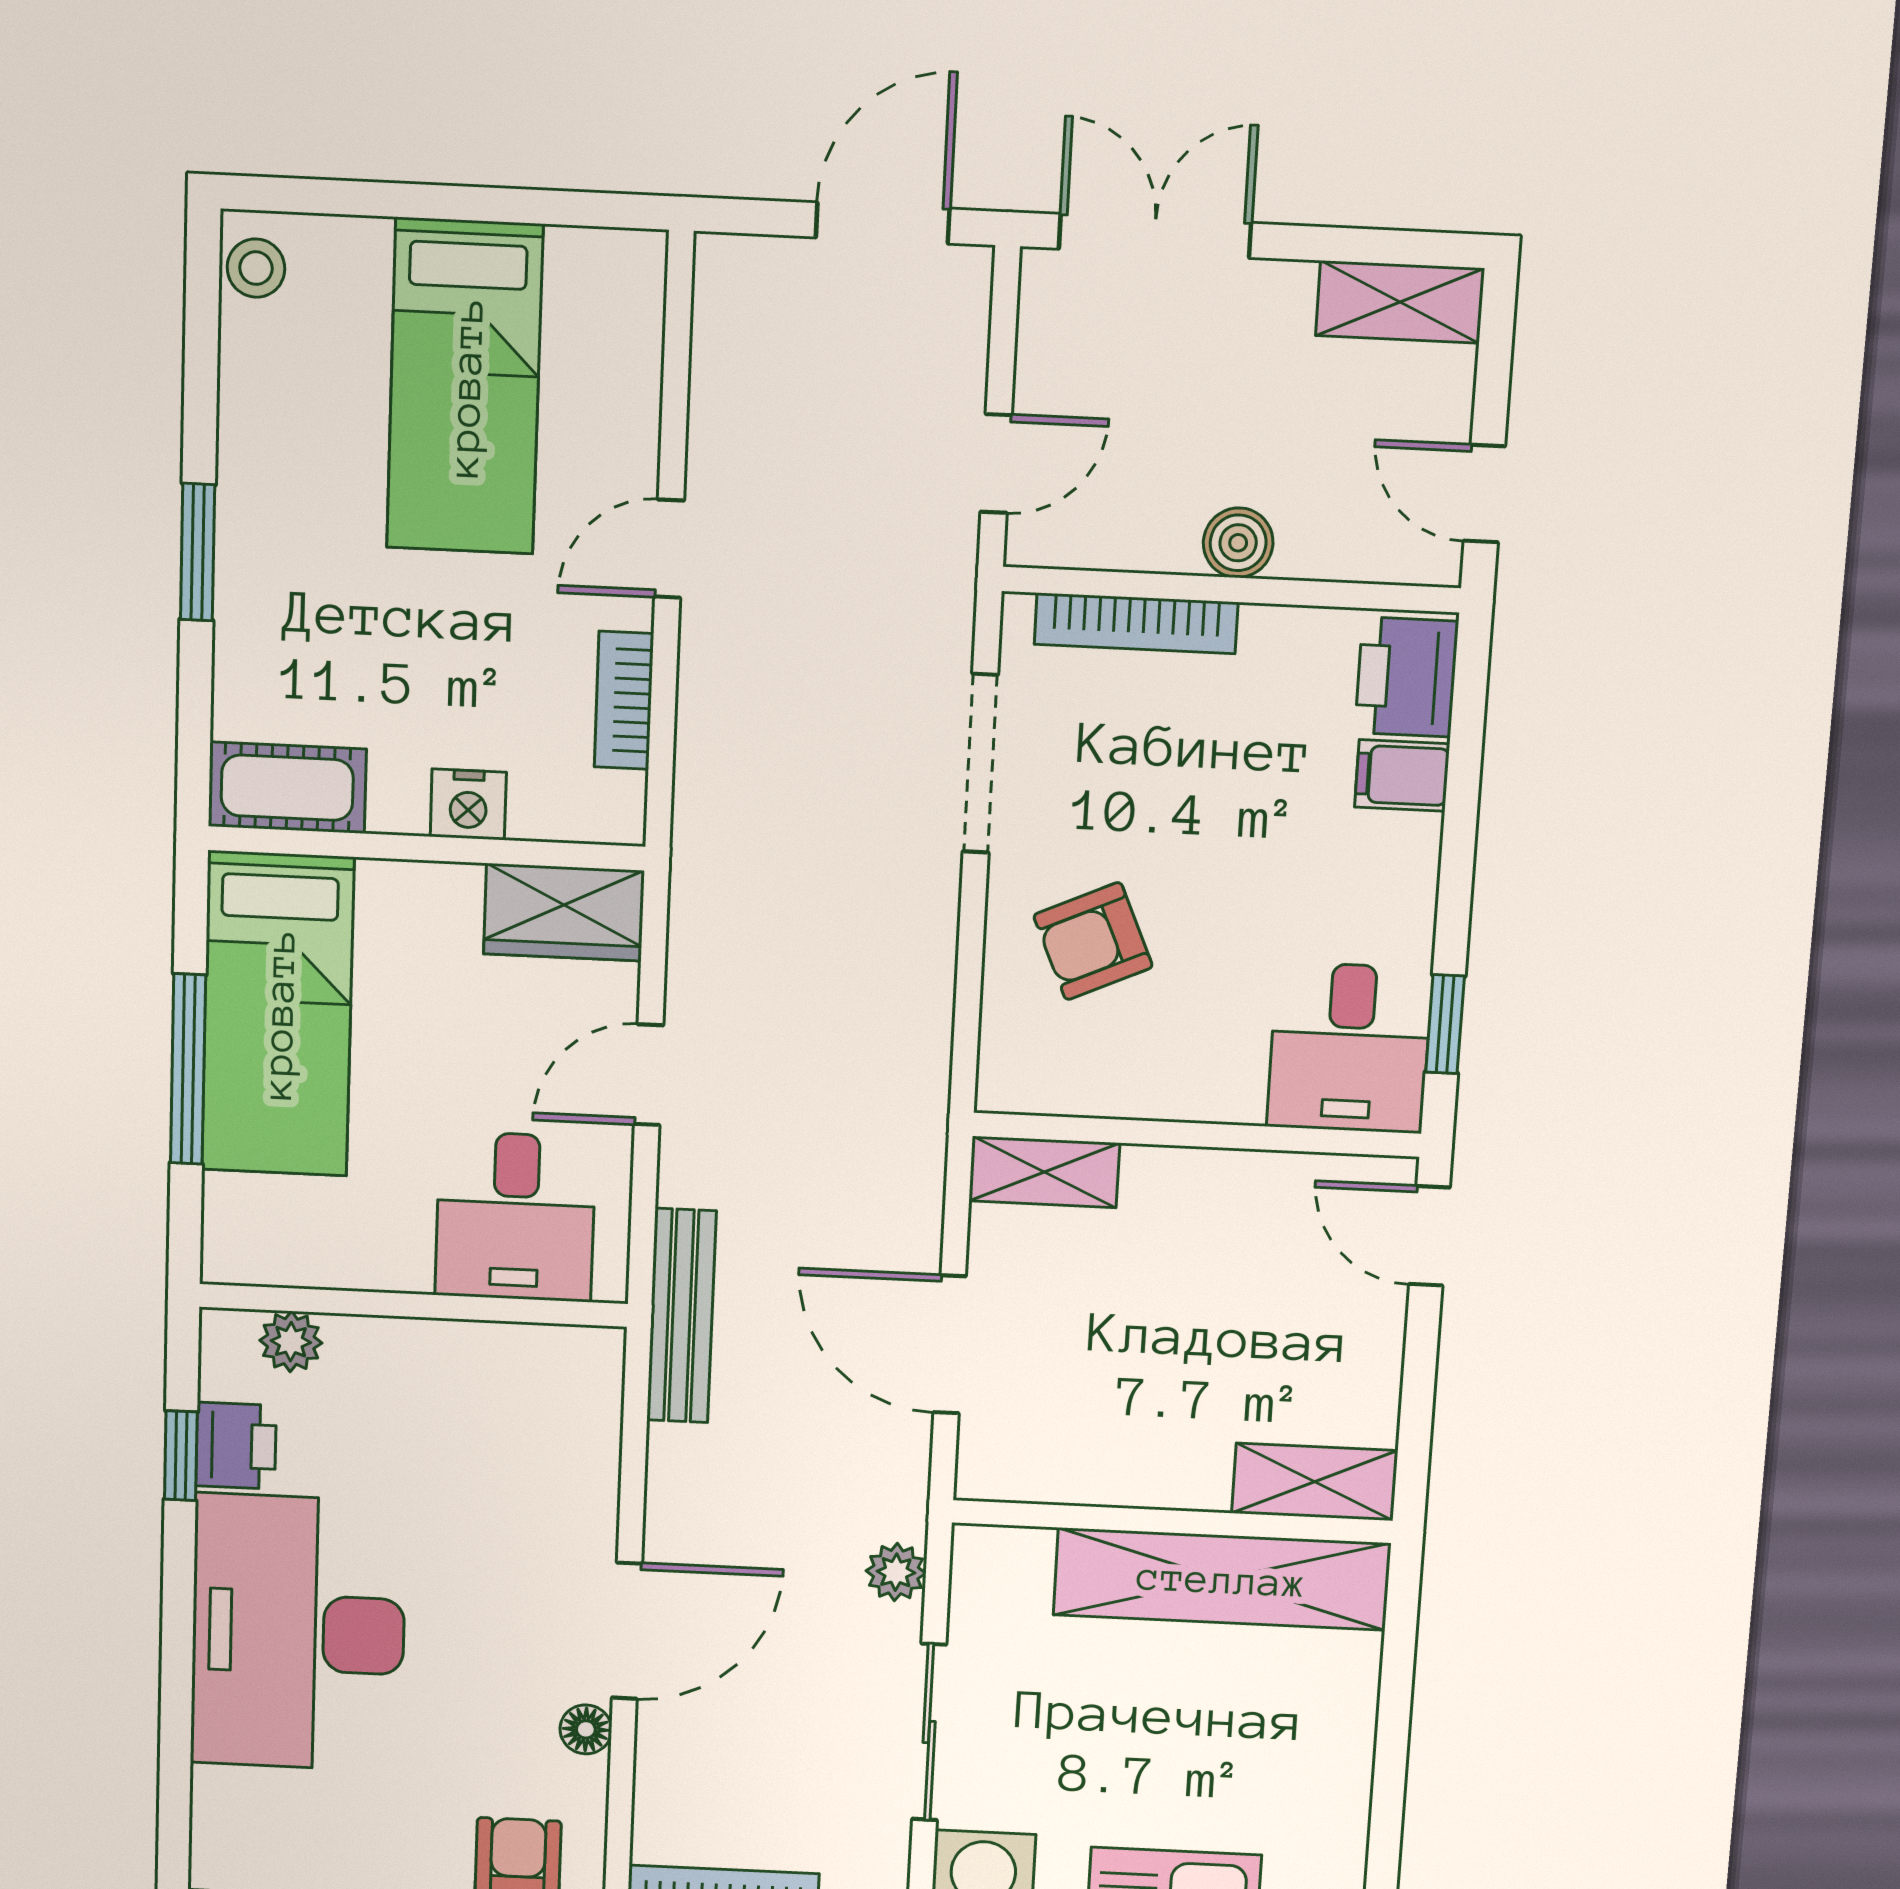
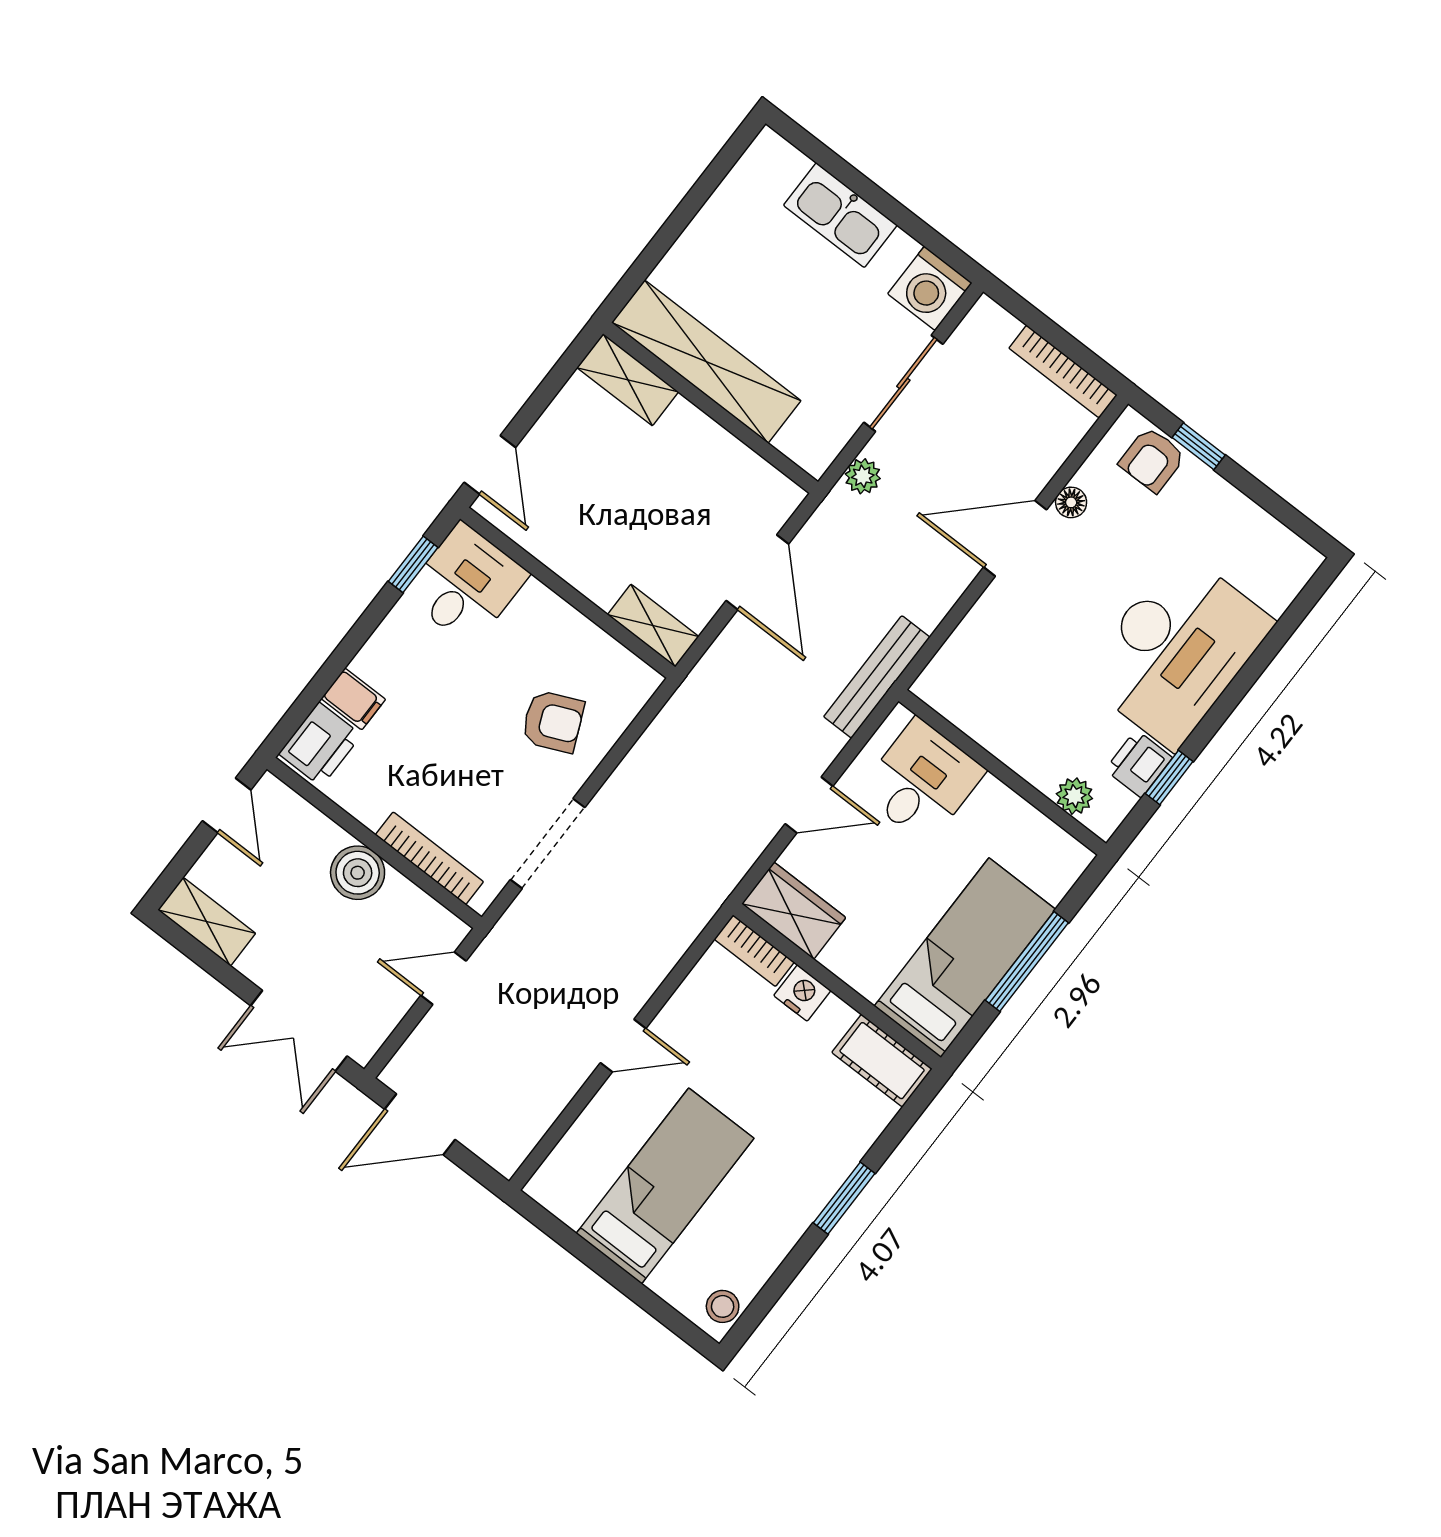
boiler: (1238, 543) -> (358, 873), width x1.36, depth x1.36
bookcase: (624, 700) -> (754, 951), moved, turned 90

